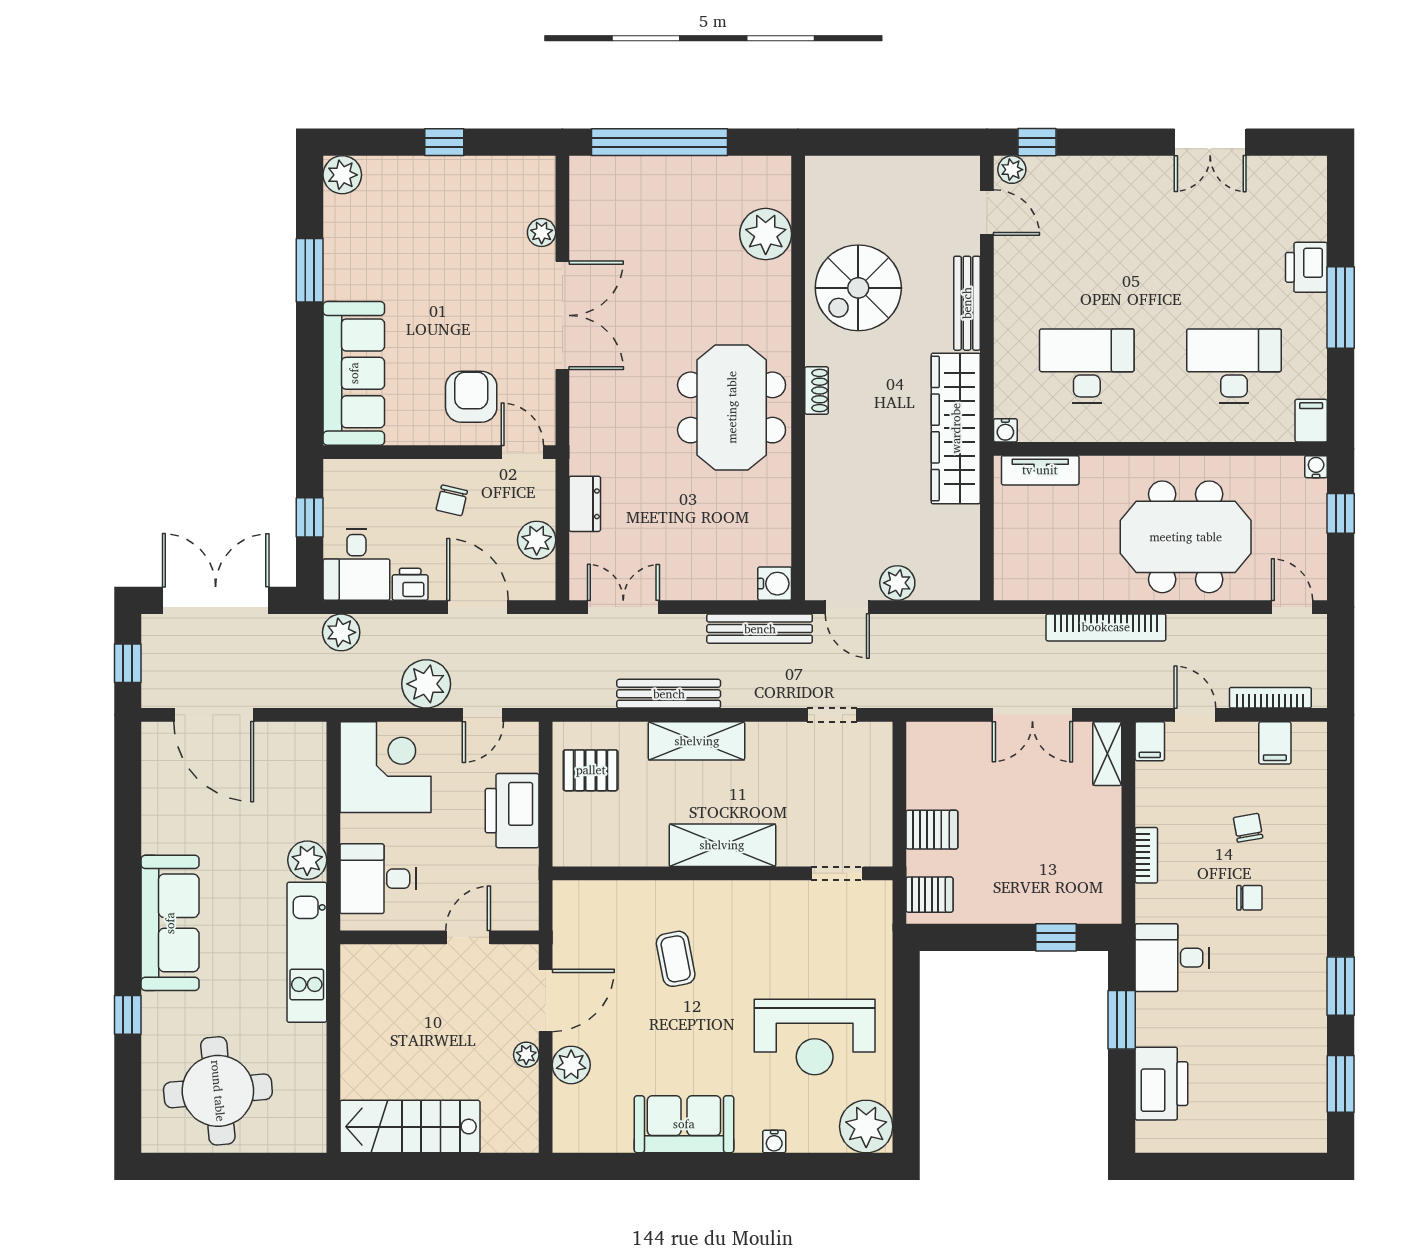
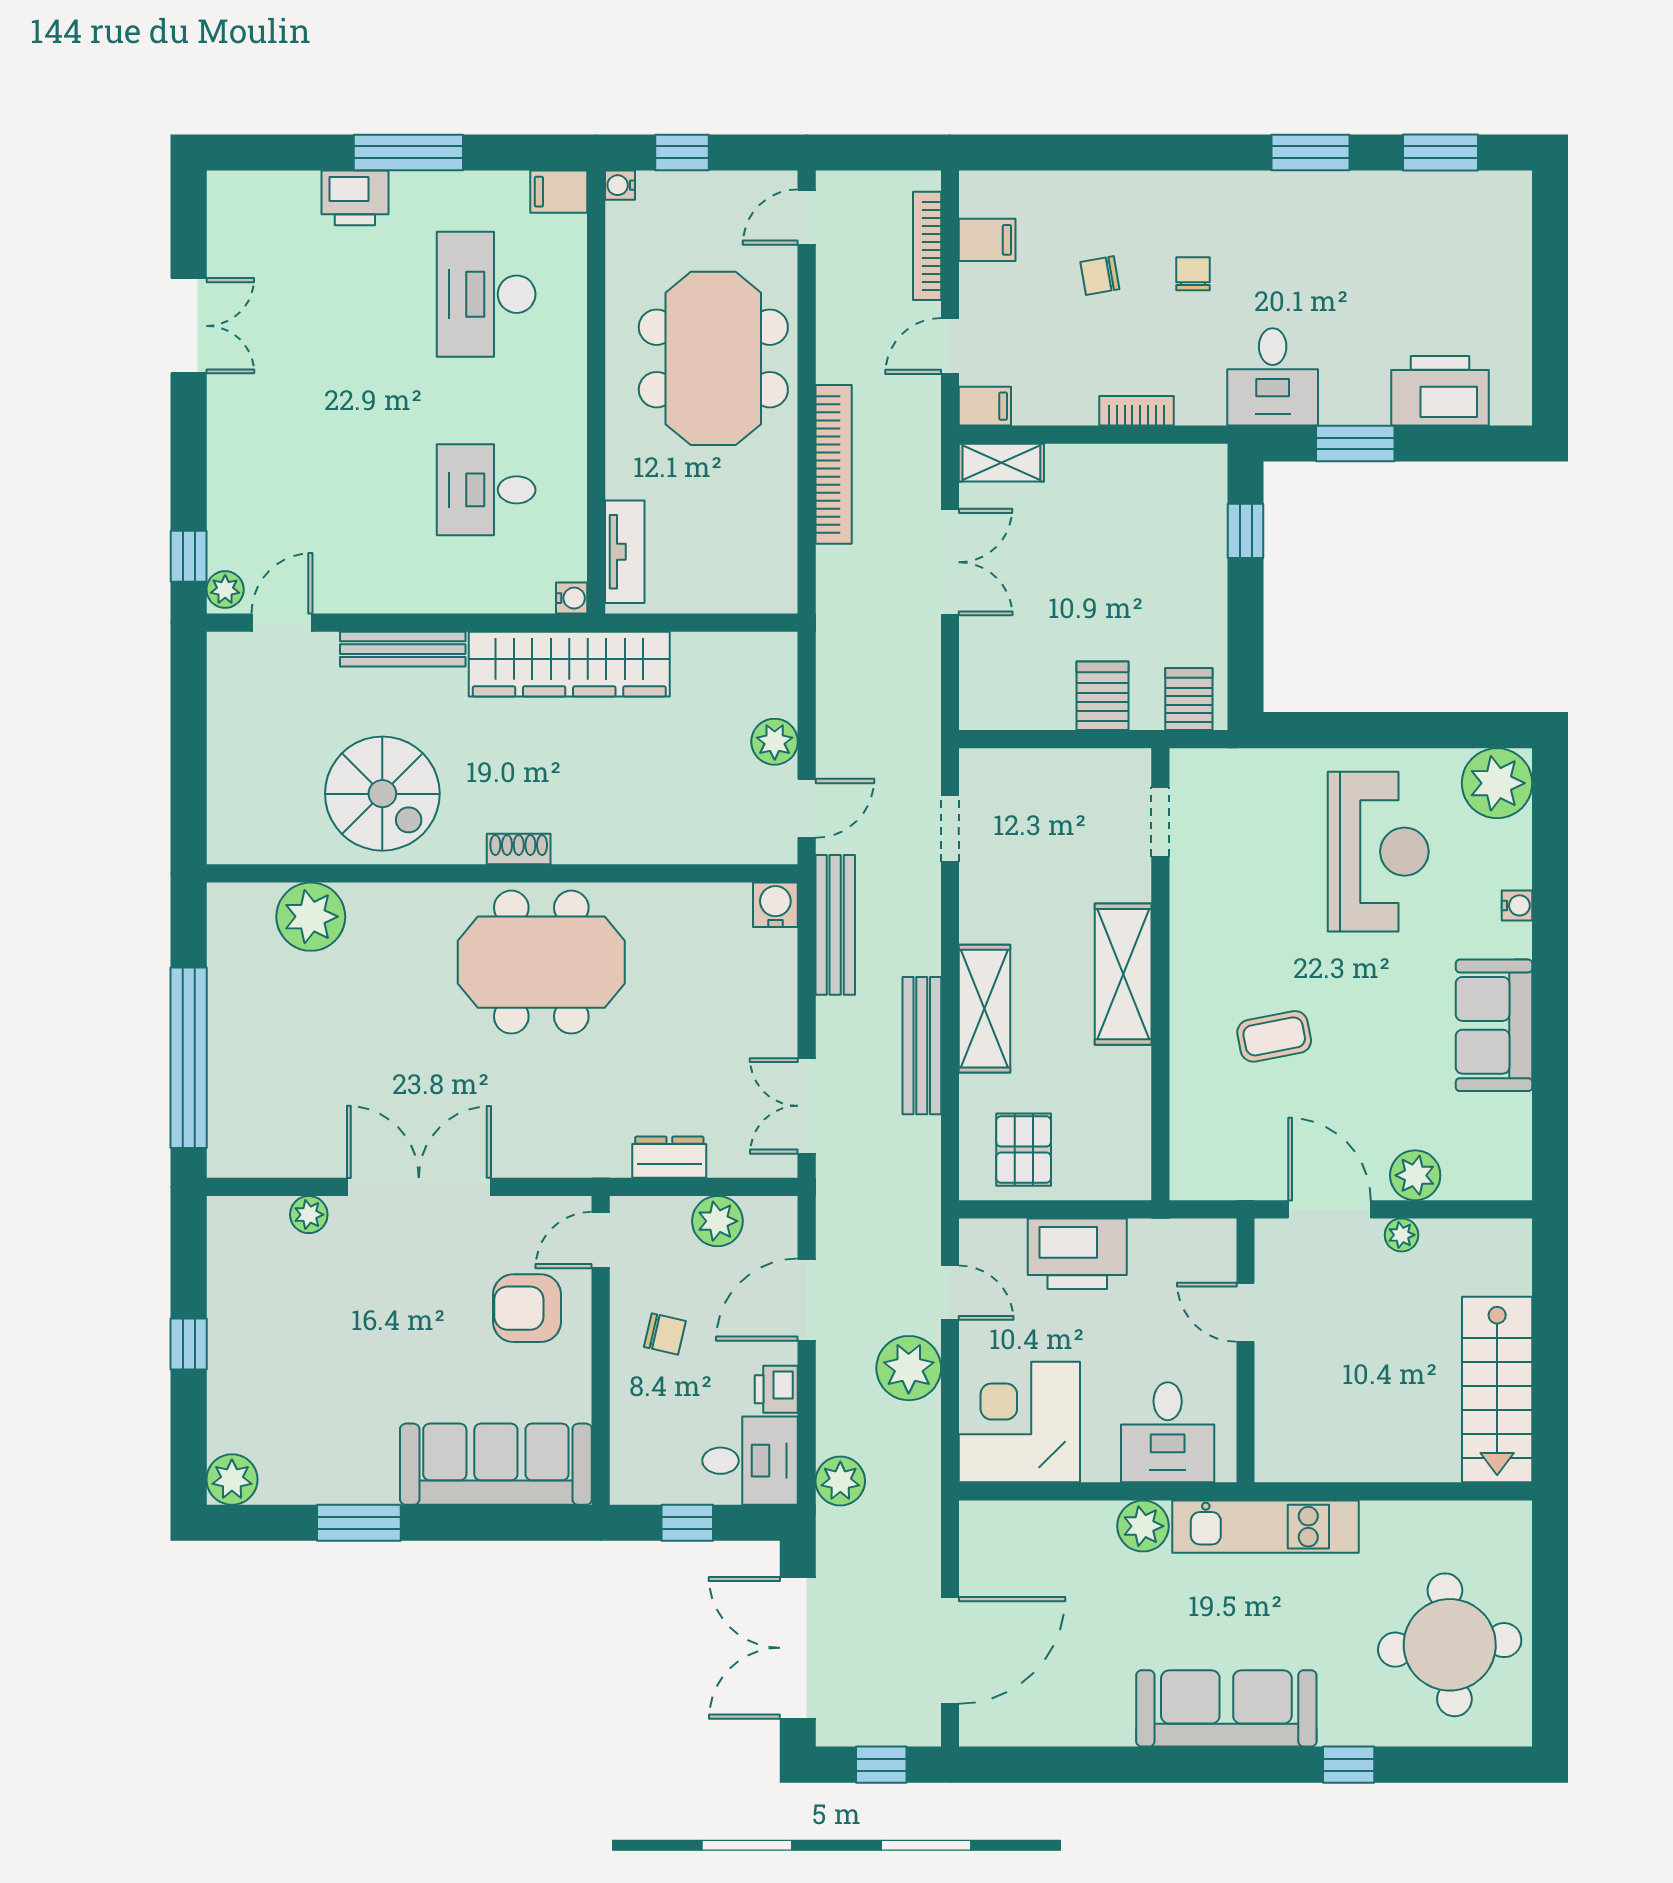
desk: (1087, 366) -> (486, 490), width x0.73

